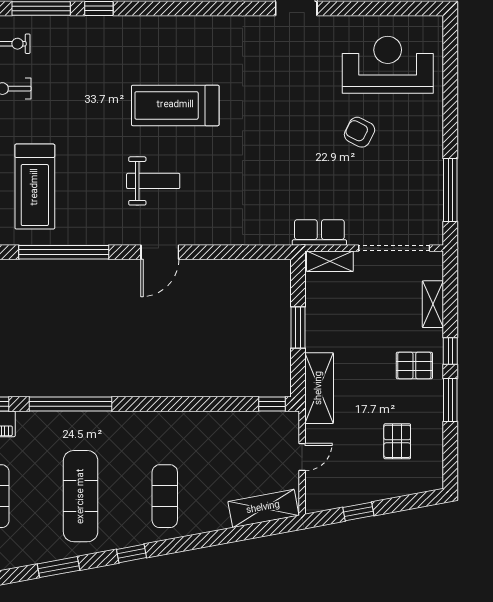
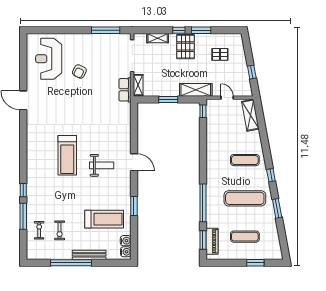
weight bench: (153, 181) -> (102, 165), turned 90
window: (64, 252) -> (134, 206), width x0.47
pallet: (414, 366) -> (185, 47), width x1.50, depth x1.42

